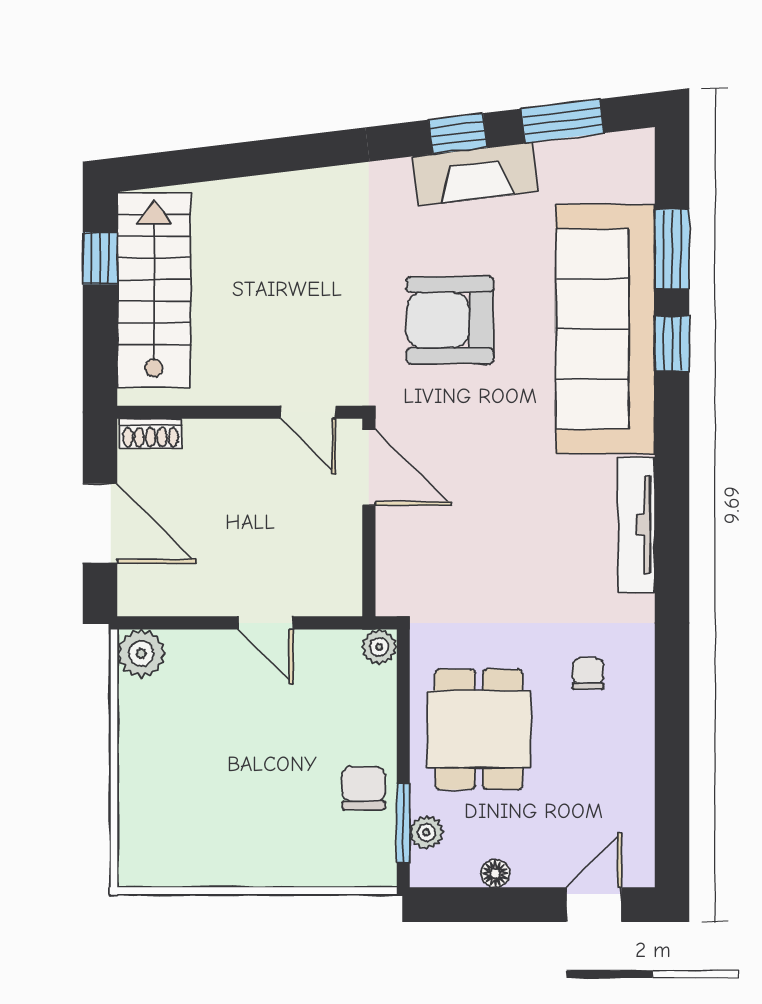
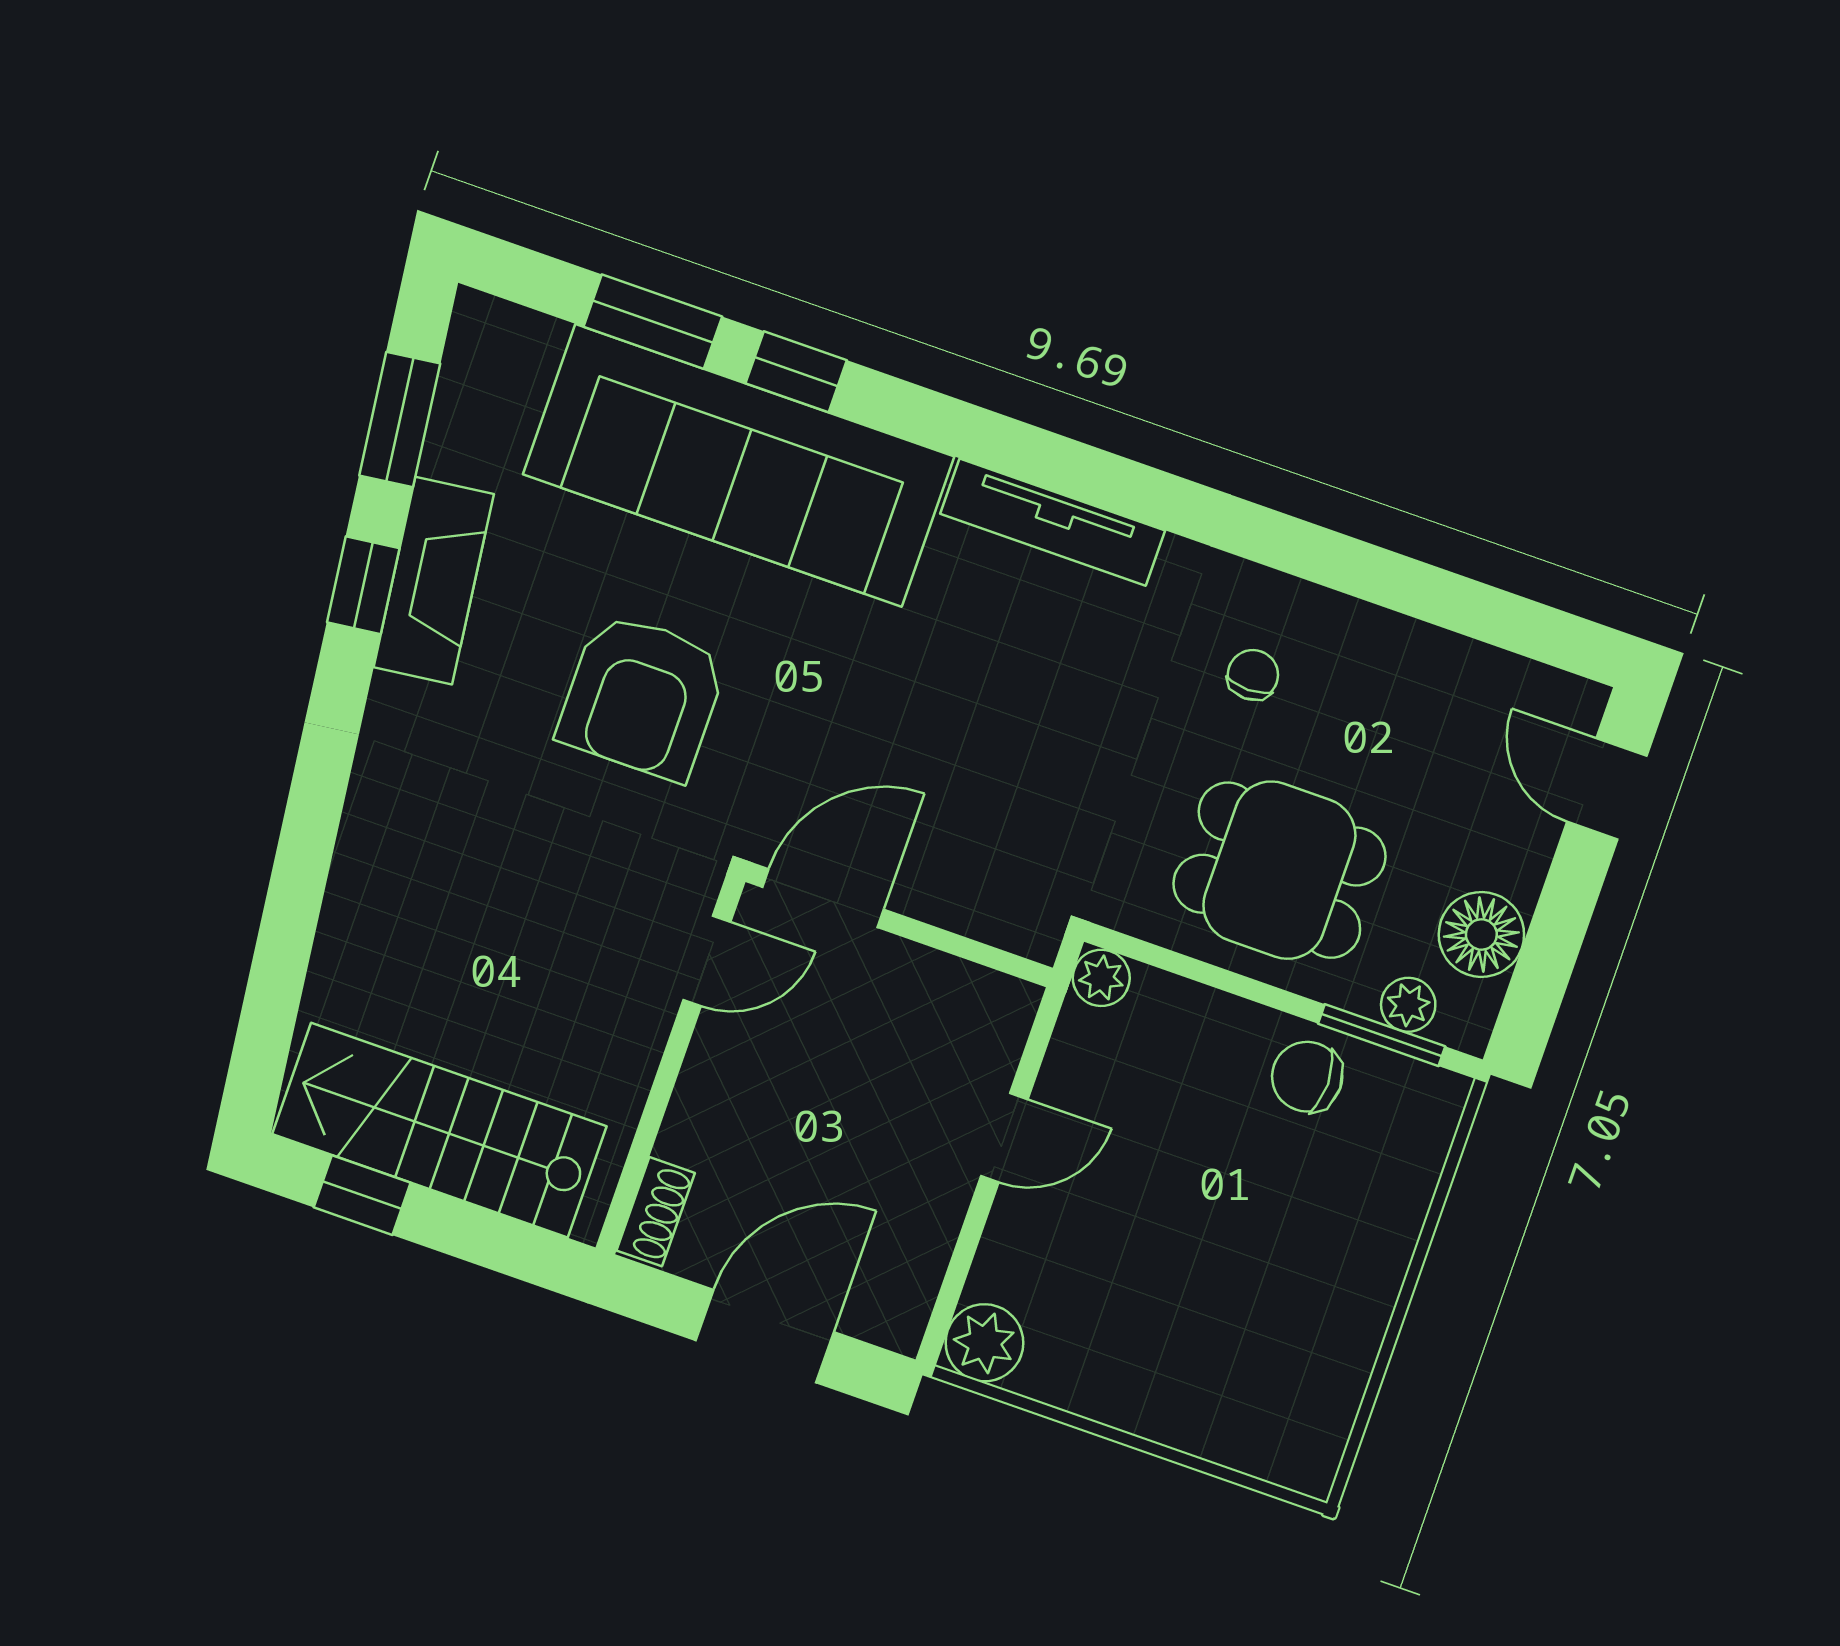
chair: (588, 674) -> (1253, 675), turned 90
floor lamp: (495, 873) -> (1481, 934), width x1.89, depth x1.89

